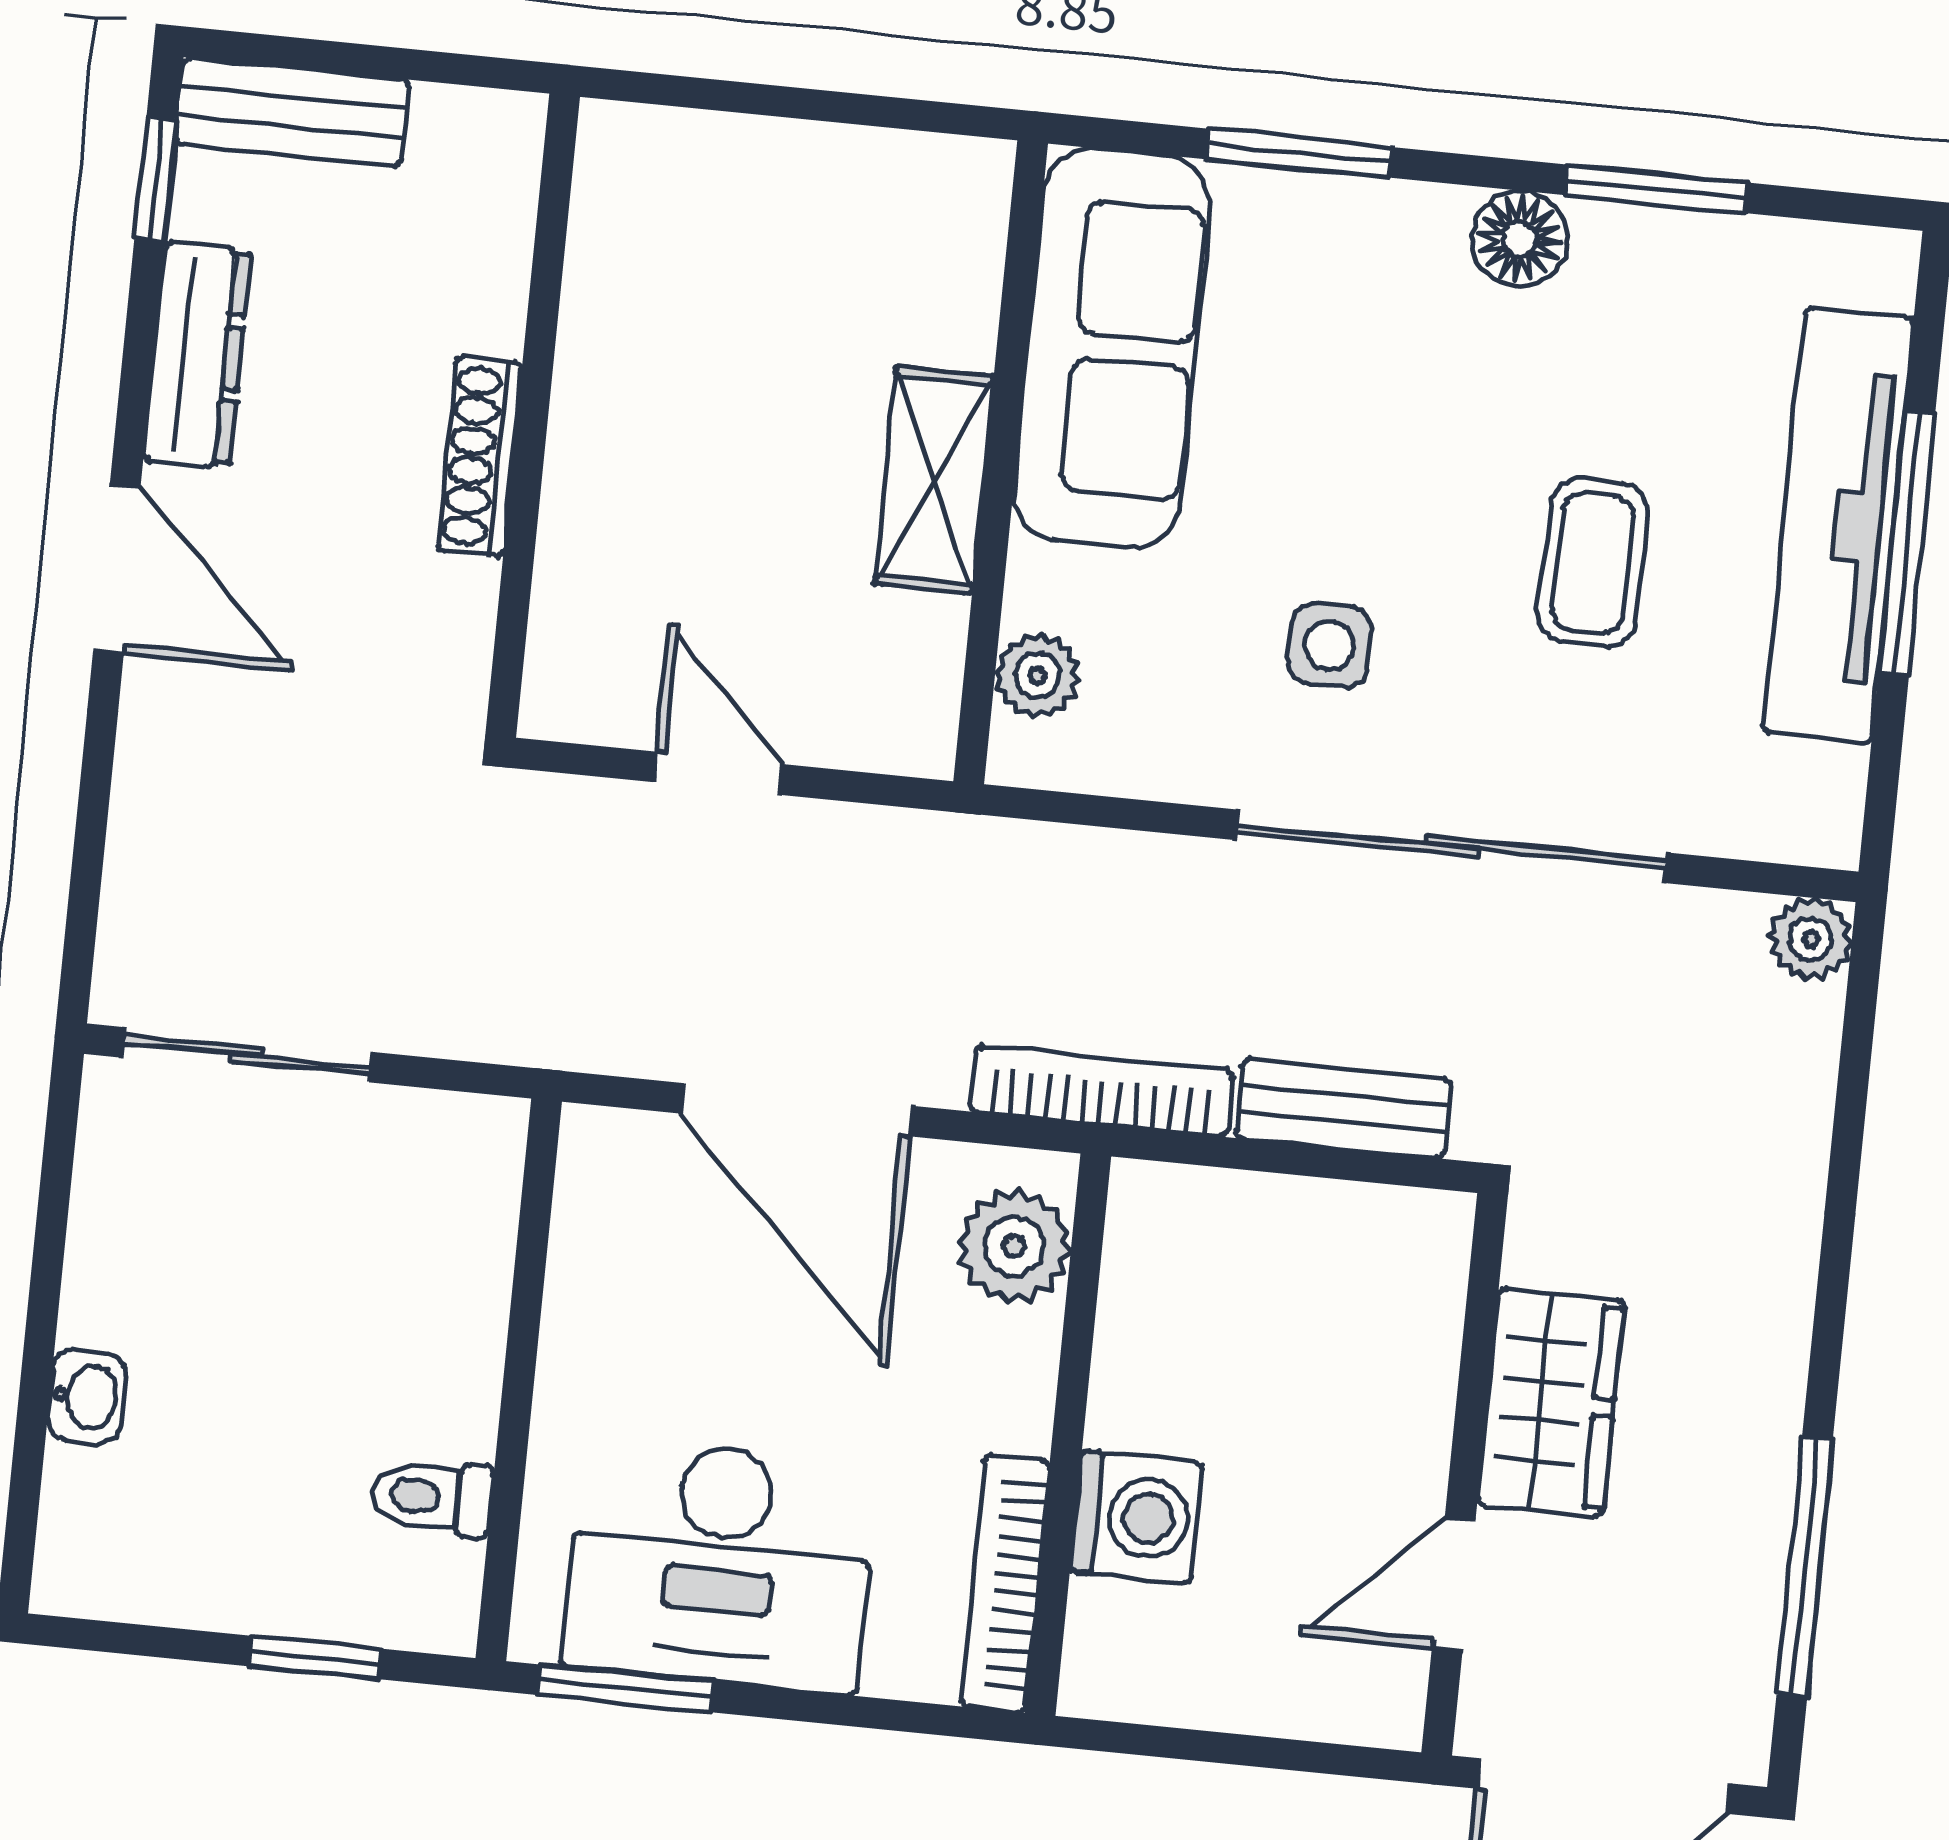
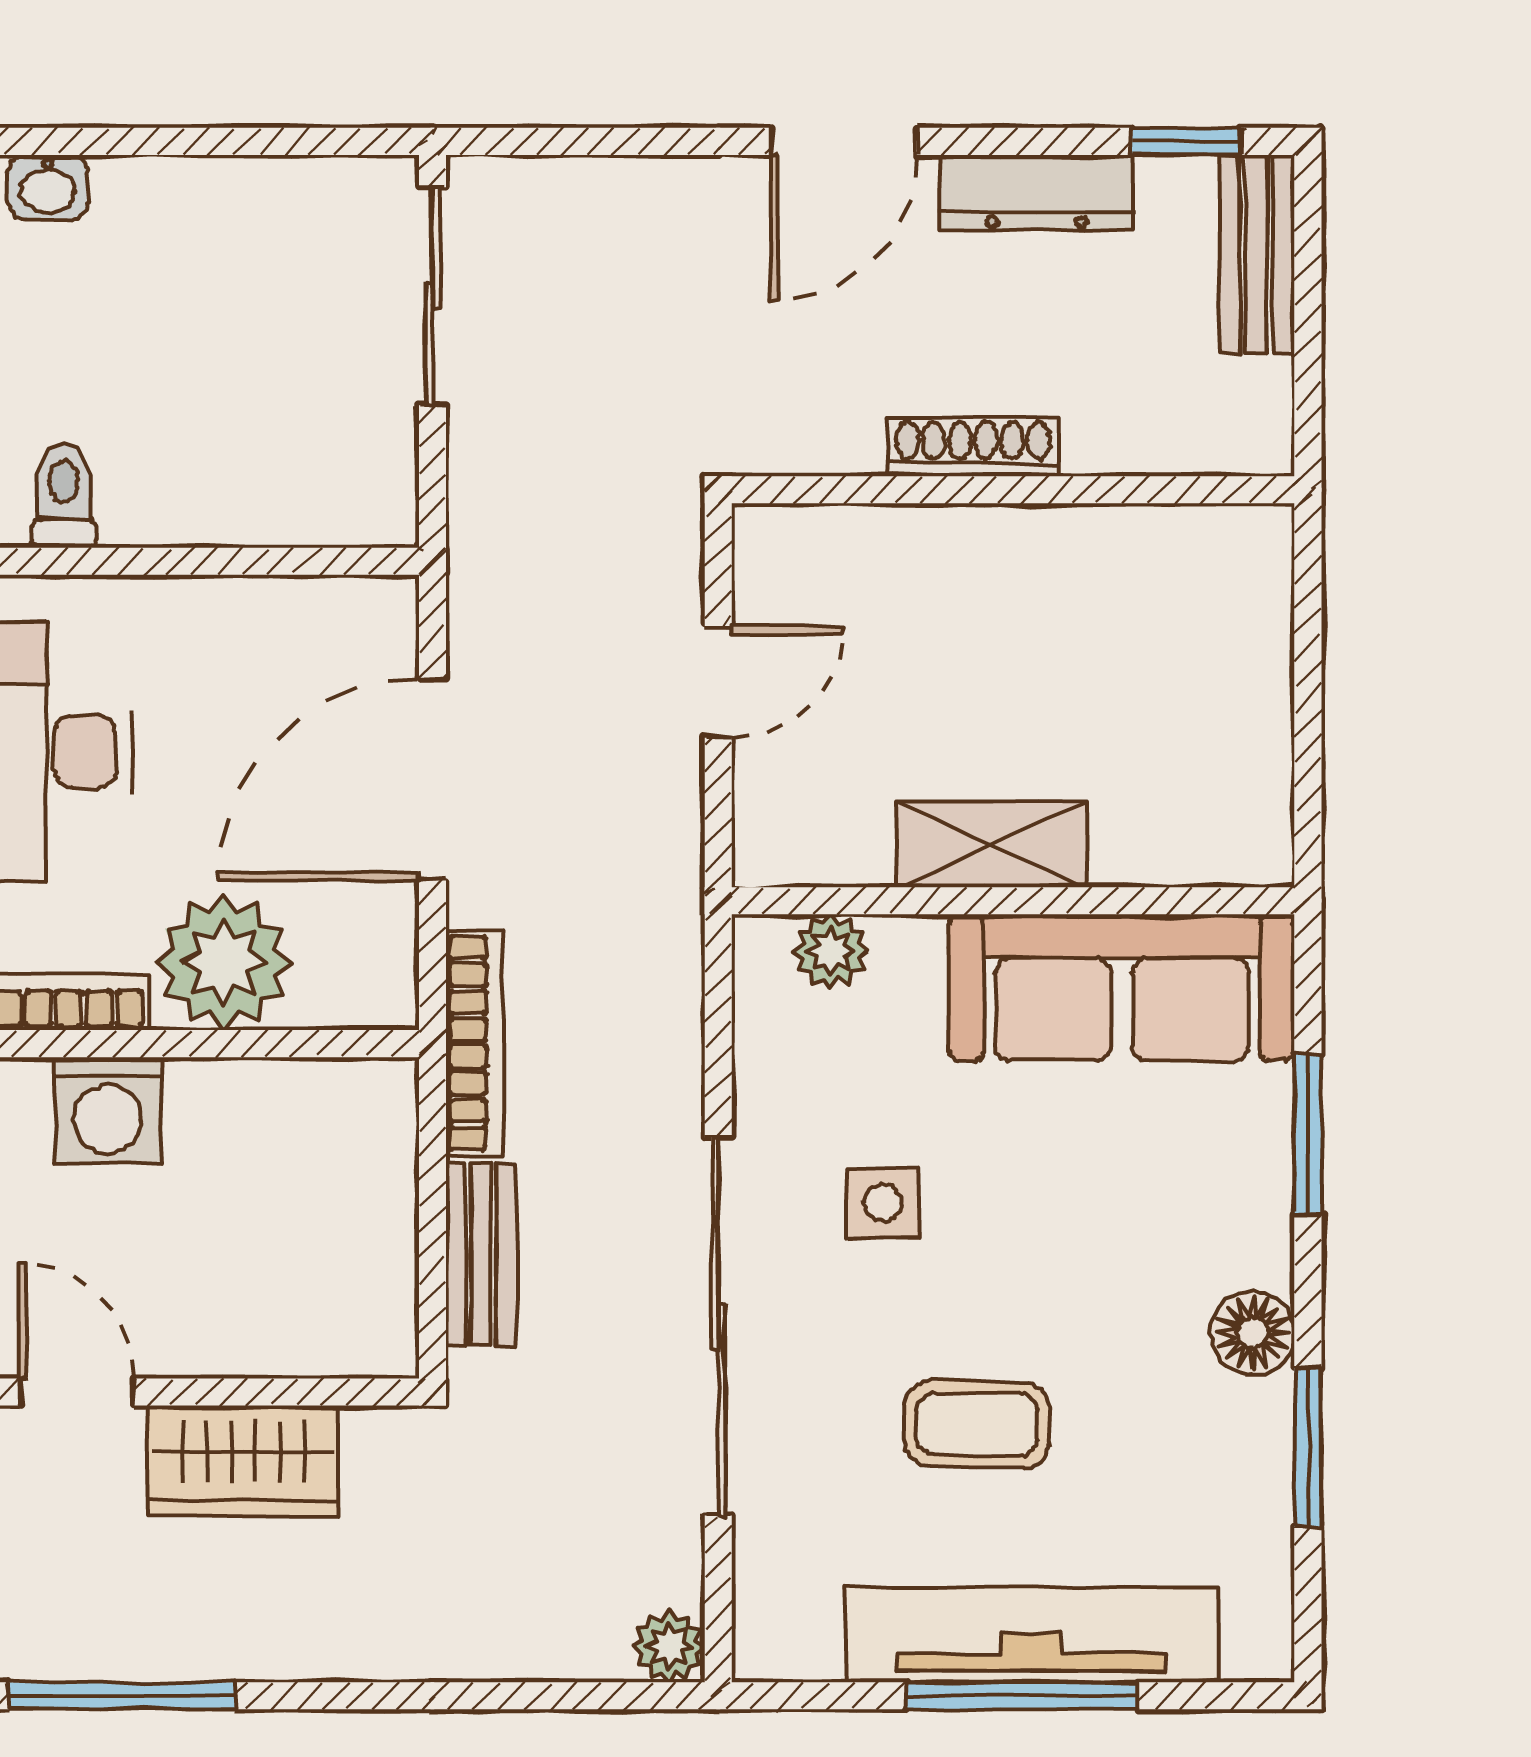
plant: (1014, 1246) -> (224, 962), moved, width x1.36, depth x1.36
washbasin: (87, 1397) -> (48, 187), moved

